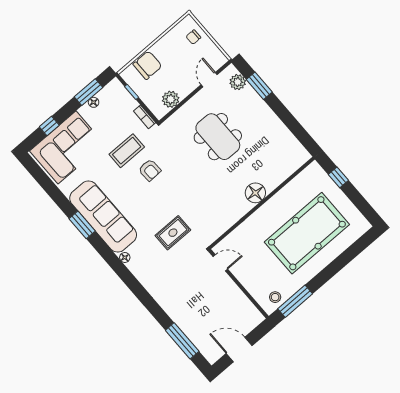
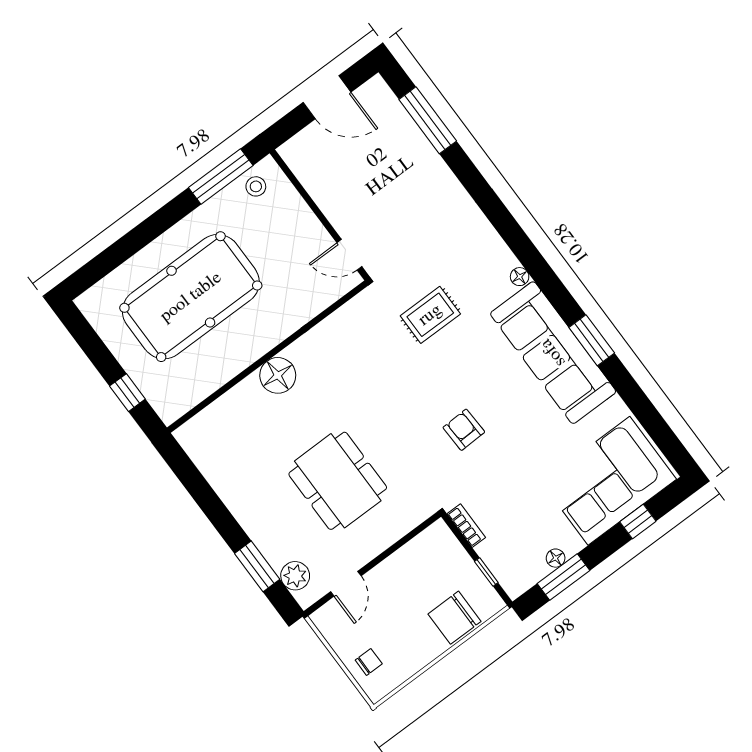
plant: (171, 99) -> (417, 554), removed
coffee table: (127, 151) -> (502, 467), removed

